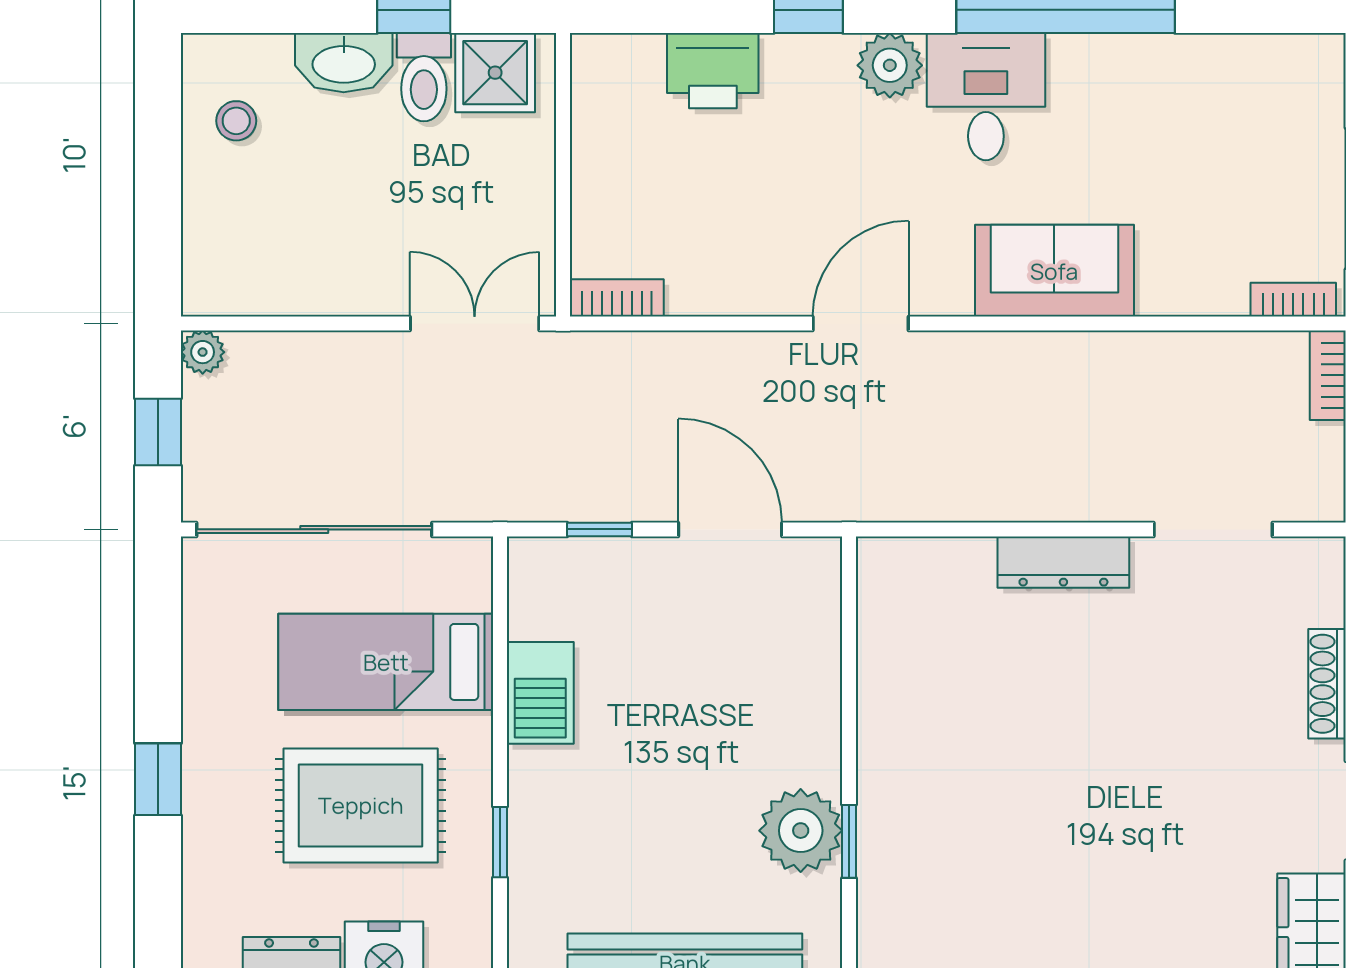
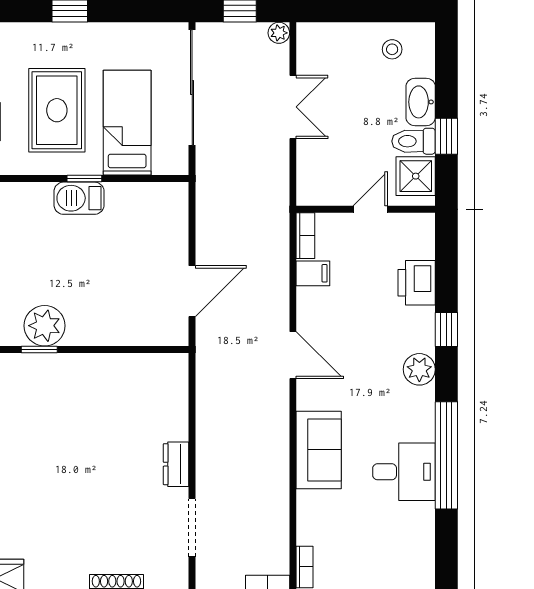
desk: (986, 97) -> (404, 472), moved
door: (563, 165) -> (370, 209), added
filing cabinet: (694, 283) -> (313, 273), added
double door: (475, 323) -> (293, 107), moved
window: (600, 529) -> (192, 227), removed
dresser: (1063, 562) -> (176, 464), width x0.70
barbecue: (540, 693) -> (79, 198), moved
window: (500, 842) -> (84, 179), moved

